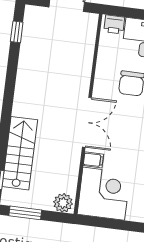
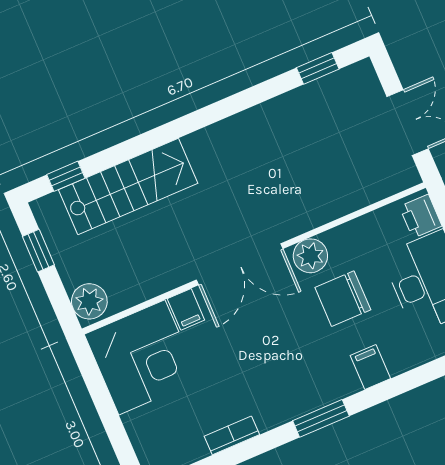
plant: (102, 87) -> (310, 256), added
window: (25, 213) -> (38, 251), width x0.67

